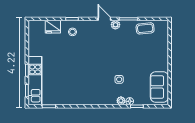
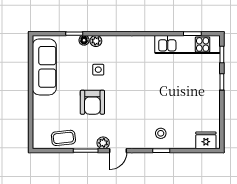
door: (104, 19) -> (118, 151), hinge flipped
fridge: (53, 27) -> (206, 140), moved
armchair: (123, 55) -> (92, 102), added
kitchen unit: (35, 81) -> (188, 44), moved, turned -90
sofa: (159, 87) -> (44, 67), width x1.36

